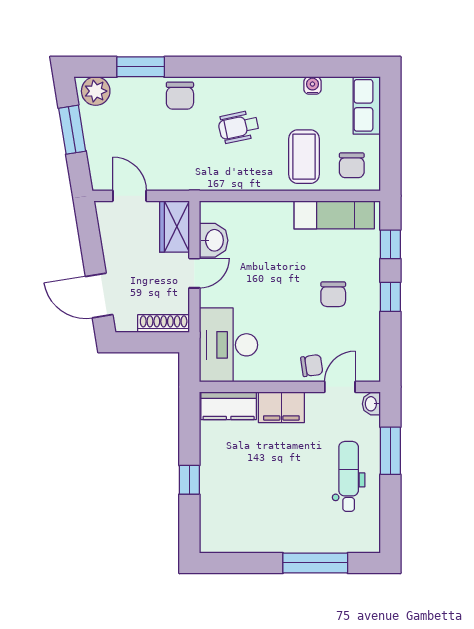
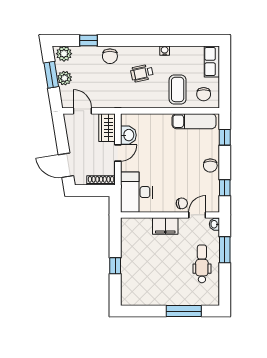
window: (141, 67) -> (88, 40), width x0.67
water cooler: (312, 85) -> (165, 51), moved
plant: (97, 136) -> (65, 78), added
chair: (333, 294) -> (210, 166), moved
window: (390, 297) -> (225, 188), moved
kitchen counter: (229, 406) -> (136, 225), removed

